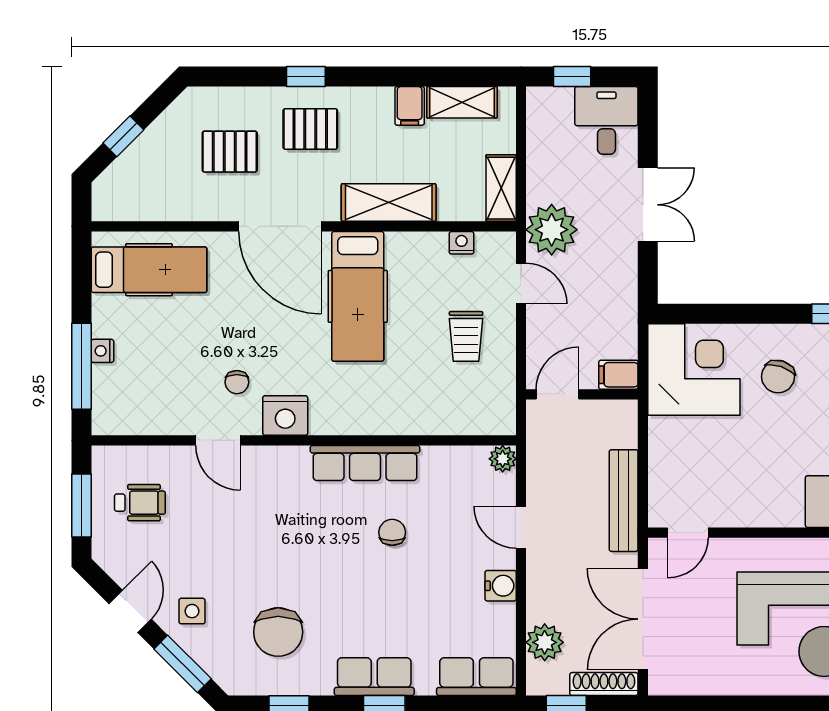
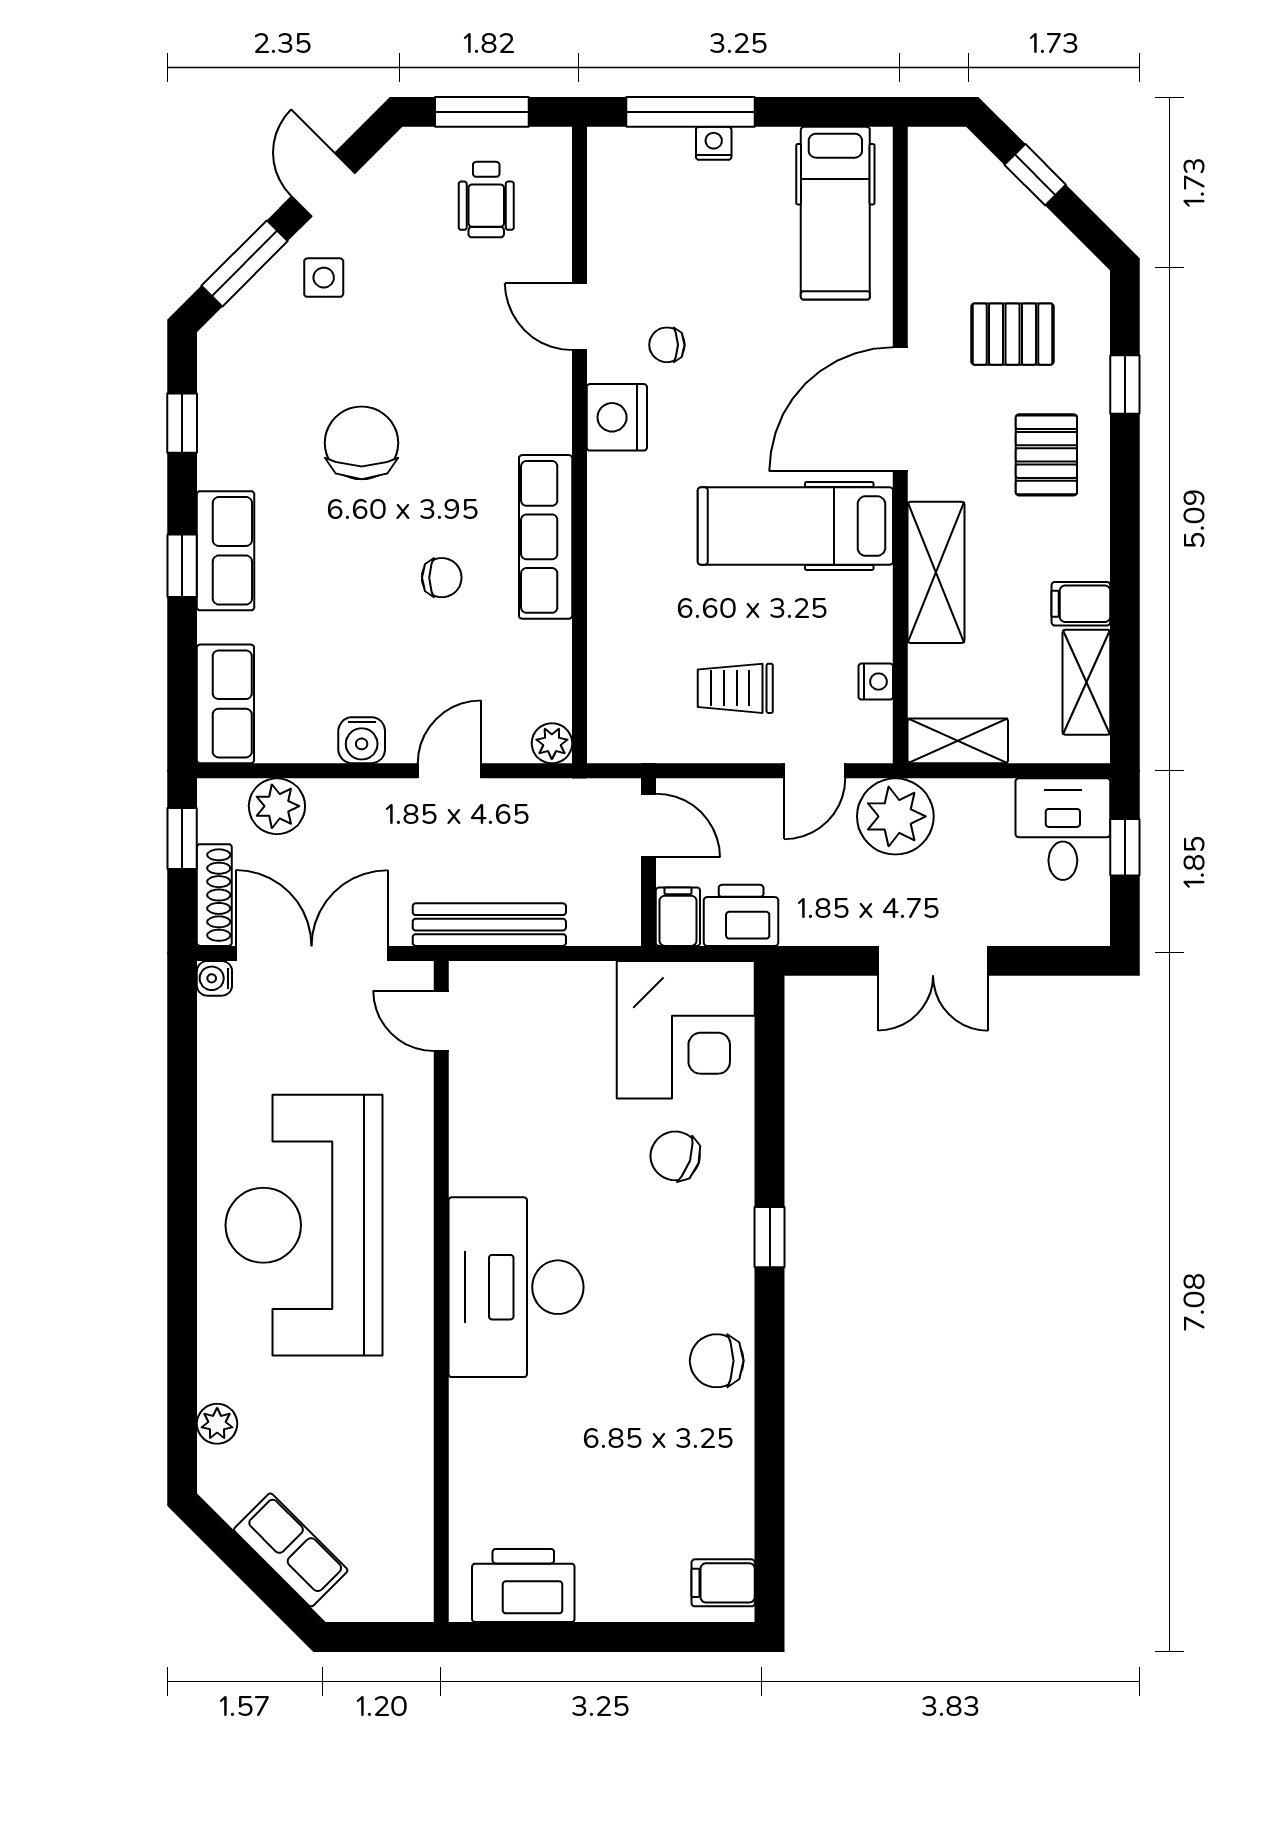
window: (306, 77) -> (1125, 385), moved
desk: (606, 120) -> (1063, 829), moved, turned -90
pallet: (230, 152) -> (1012, 334), turned 90
printer: (618, 333) -> (741, 915), added
door: (218, 440) -> (579, 317), hinge flipped
door: (130, 611) -> (323, 185), swing flipped
chair: (278, 632) -> (362, 443), moved, turned 90
water cooler: (660, 684) -> (214, 978), added

